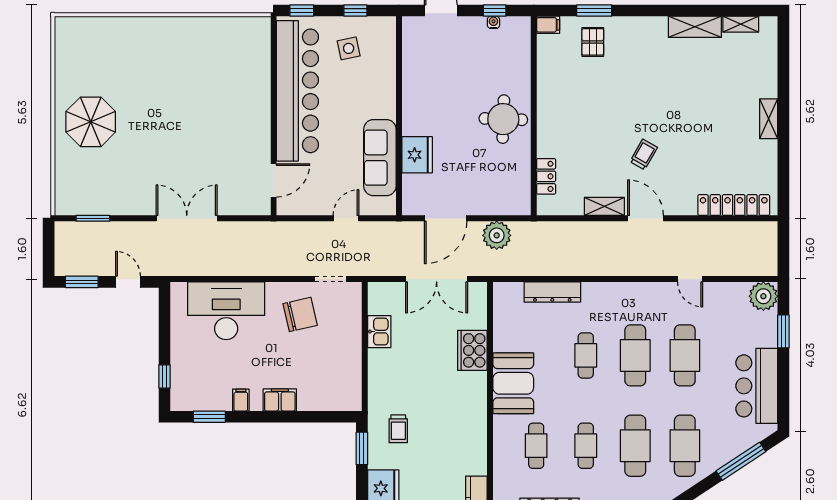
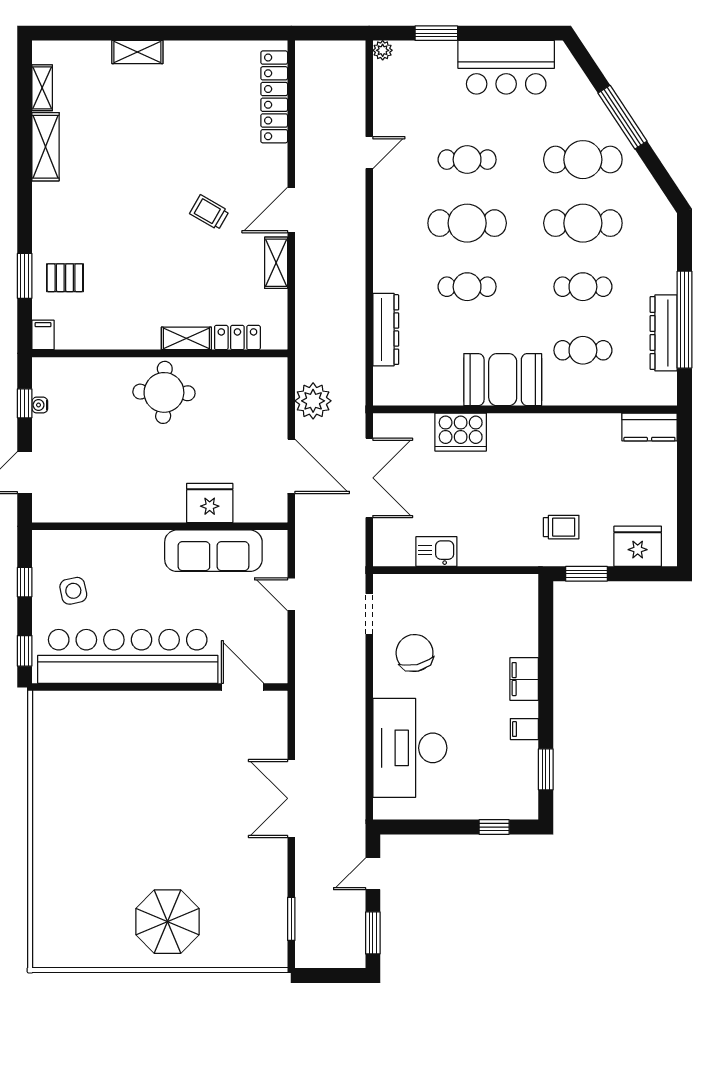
shelving: (769, 119) -> (137, 52), moved
shelving: (545, 136) -> (186, 338), added
plant: (763, 296) -> (383, 50), width x0.53, depth x0.53
cafe table: (685, 355) -> (467, 160), width x0.73, depth x0.74
window: (741, 461) -> (622, 117), moved

